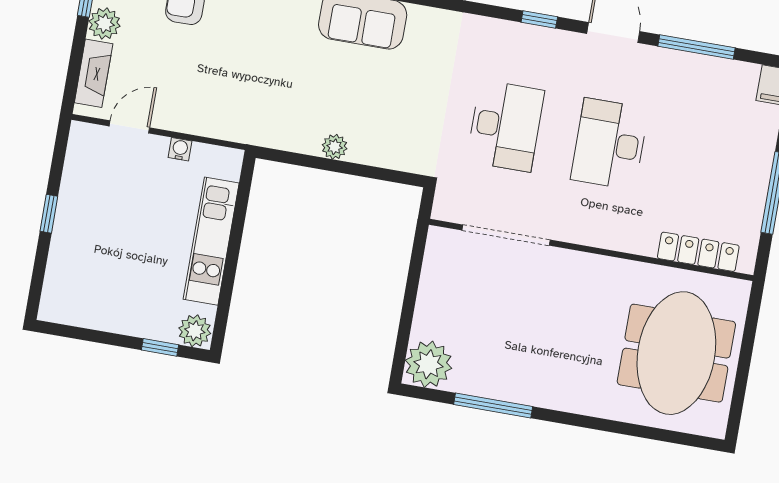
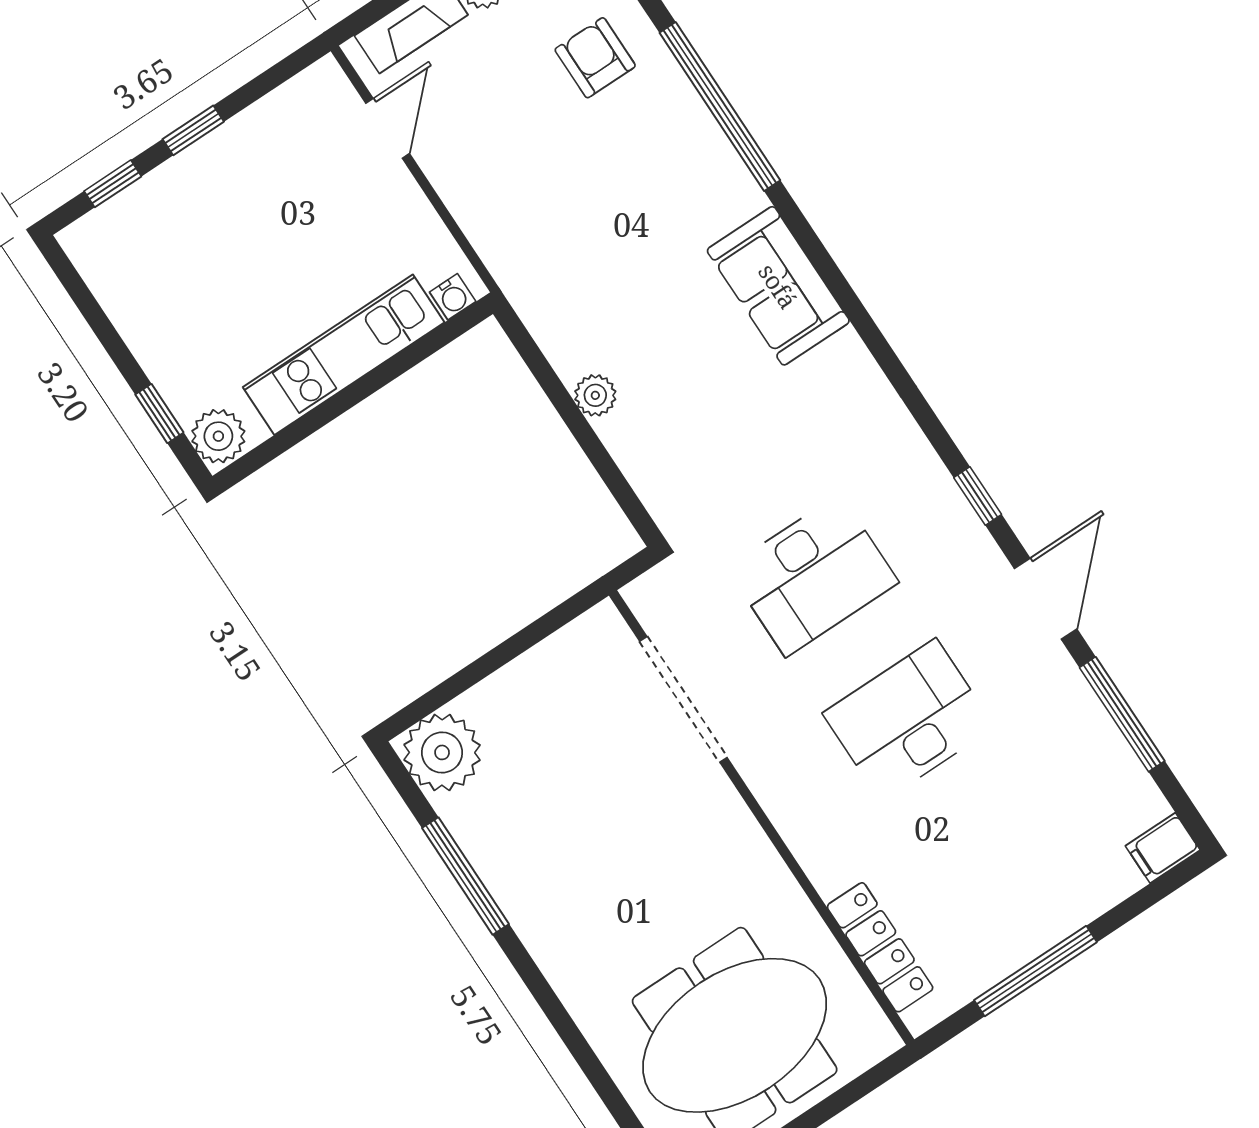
door: (129, 127) -> (388, 128), hinge flipped
water cooler: (180, 149) -> (453, 297), moved, turned 90
window: (39, 272) -> (113, 184), added

